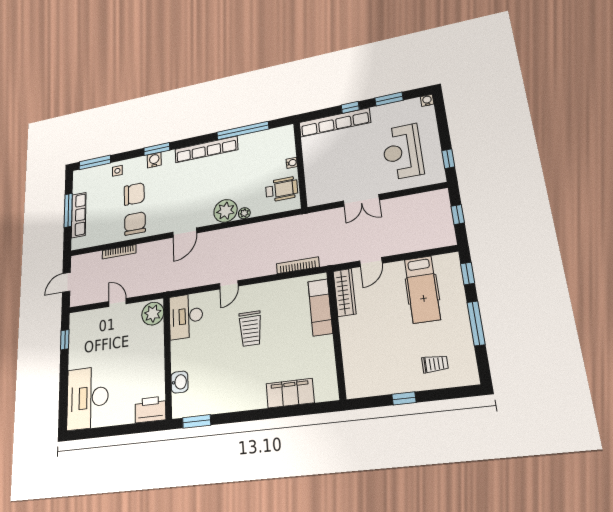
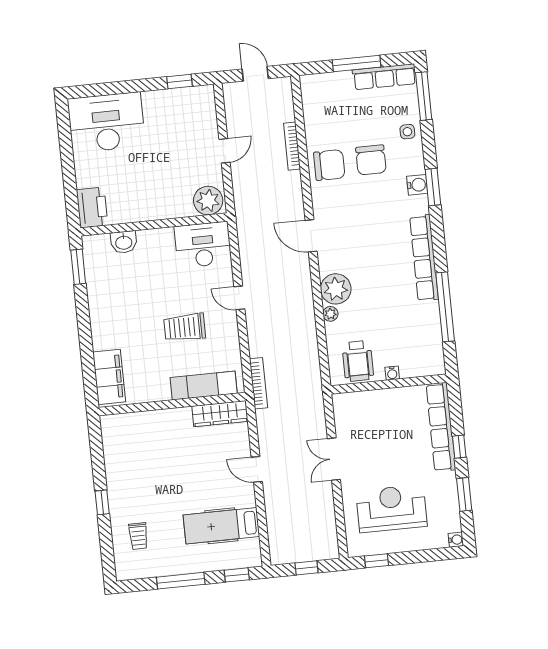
row of seats: (79, 215) -> (384, 77), moved
wardrobe: (345, 292) -> (220, 414), moved
exam couch: (320, 307) -> (204, 386), moved
wall: (336, 334) -> (172, 404), moved

